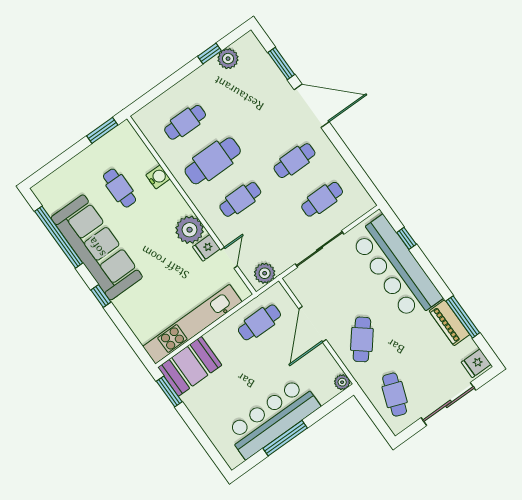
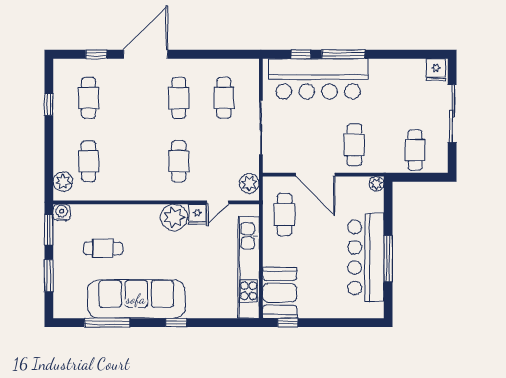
plant: (228, 59) -> (63, 182), moved
window: (281, 63) -> (96, 54), width x0.67
window: (63, 158) -> (49, 276), added
cafe table: (213, 161) -> (88, 98), moved, width x0.73, depth x0.74
water cooler: (158, 177) -> (62, 213), moved
window: (59, 237) -> (107, 323), width x0.68
door: (229, 258) -> (218, 202), swing flipped
window: (463, 317) -> (343, 54), moved
piano: (449, 323) -> (390, 68), removed
cafe table: (362, 339) -> (354, 145), turned 51
window: (169, 391) -> (288, 323), width x0.67
cafe table: (395, 395) -> (415, 150), turned 70

